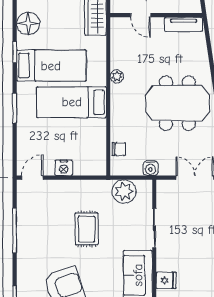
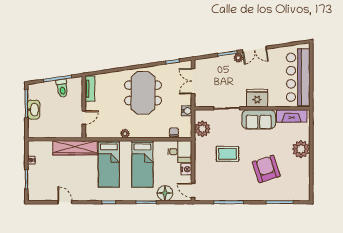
floor lamp: (28, 23) -> (165, 193), moved
bed: (51, 66) -> (109, 164), moved, turned 180
desk: (90, 158) -> (180, 152), added
fridge: (166, 280) -> (257, 98), width x1.88, depth x1.34

